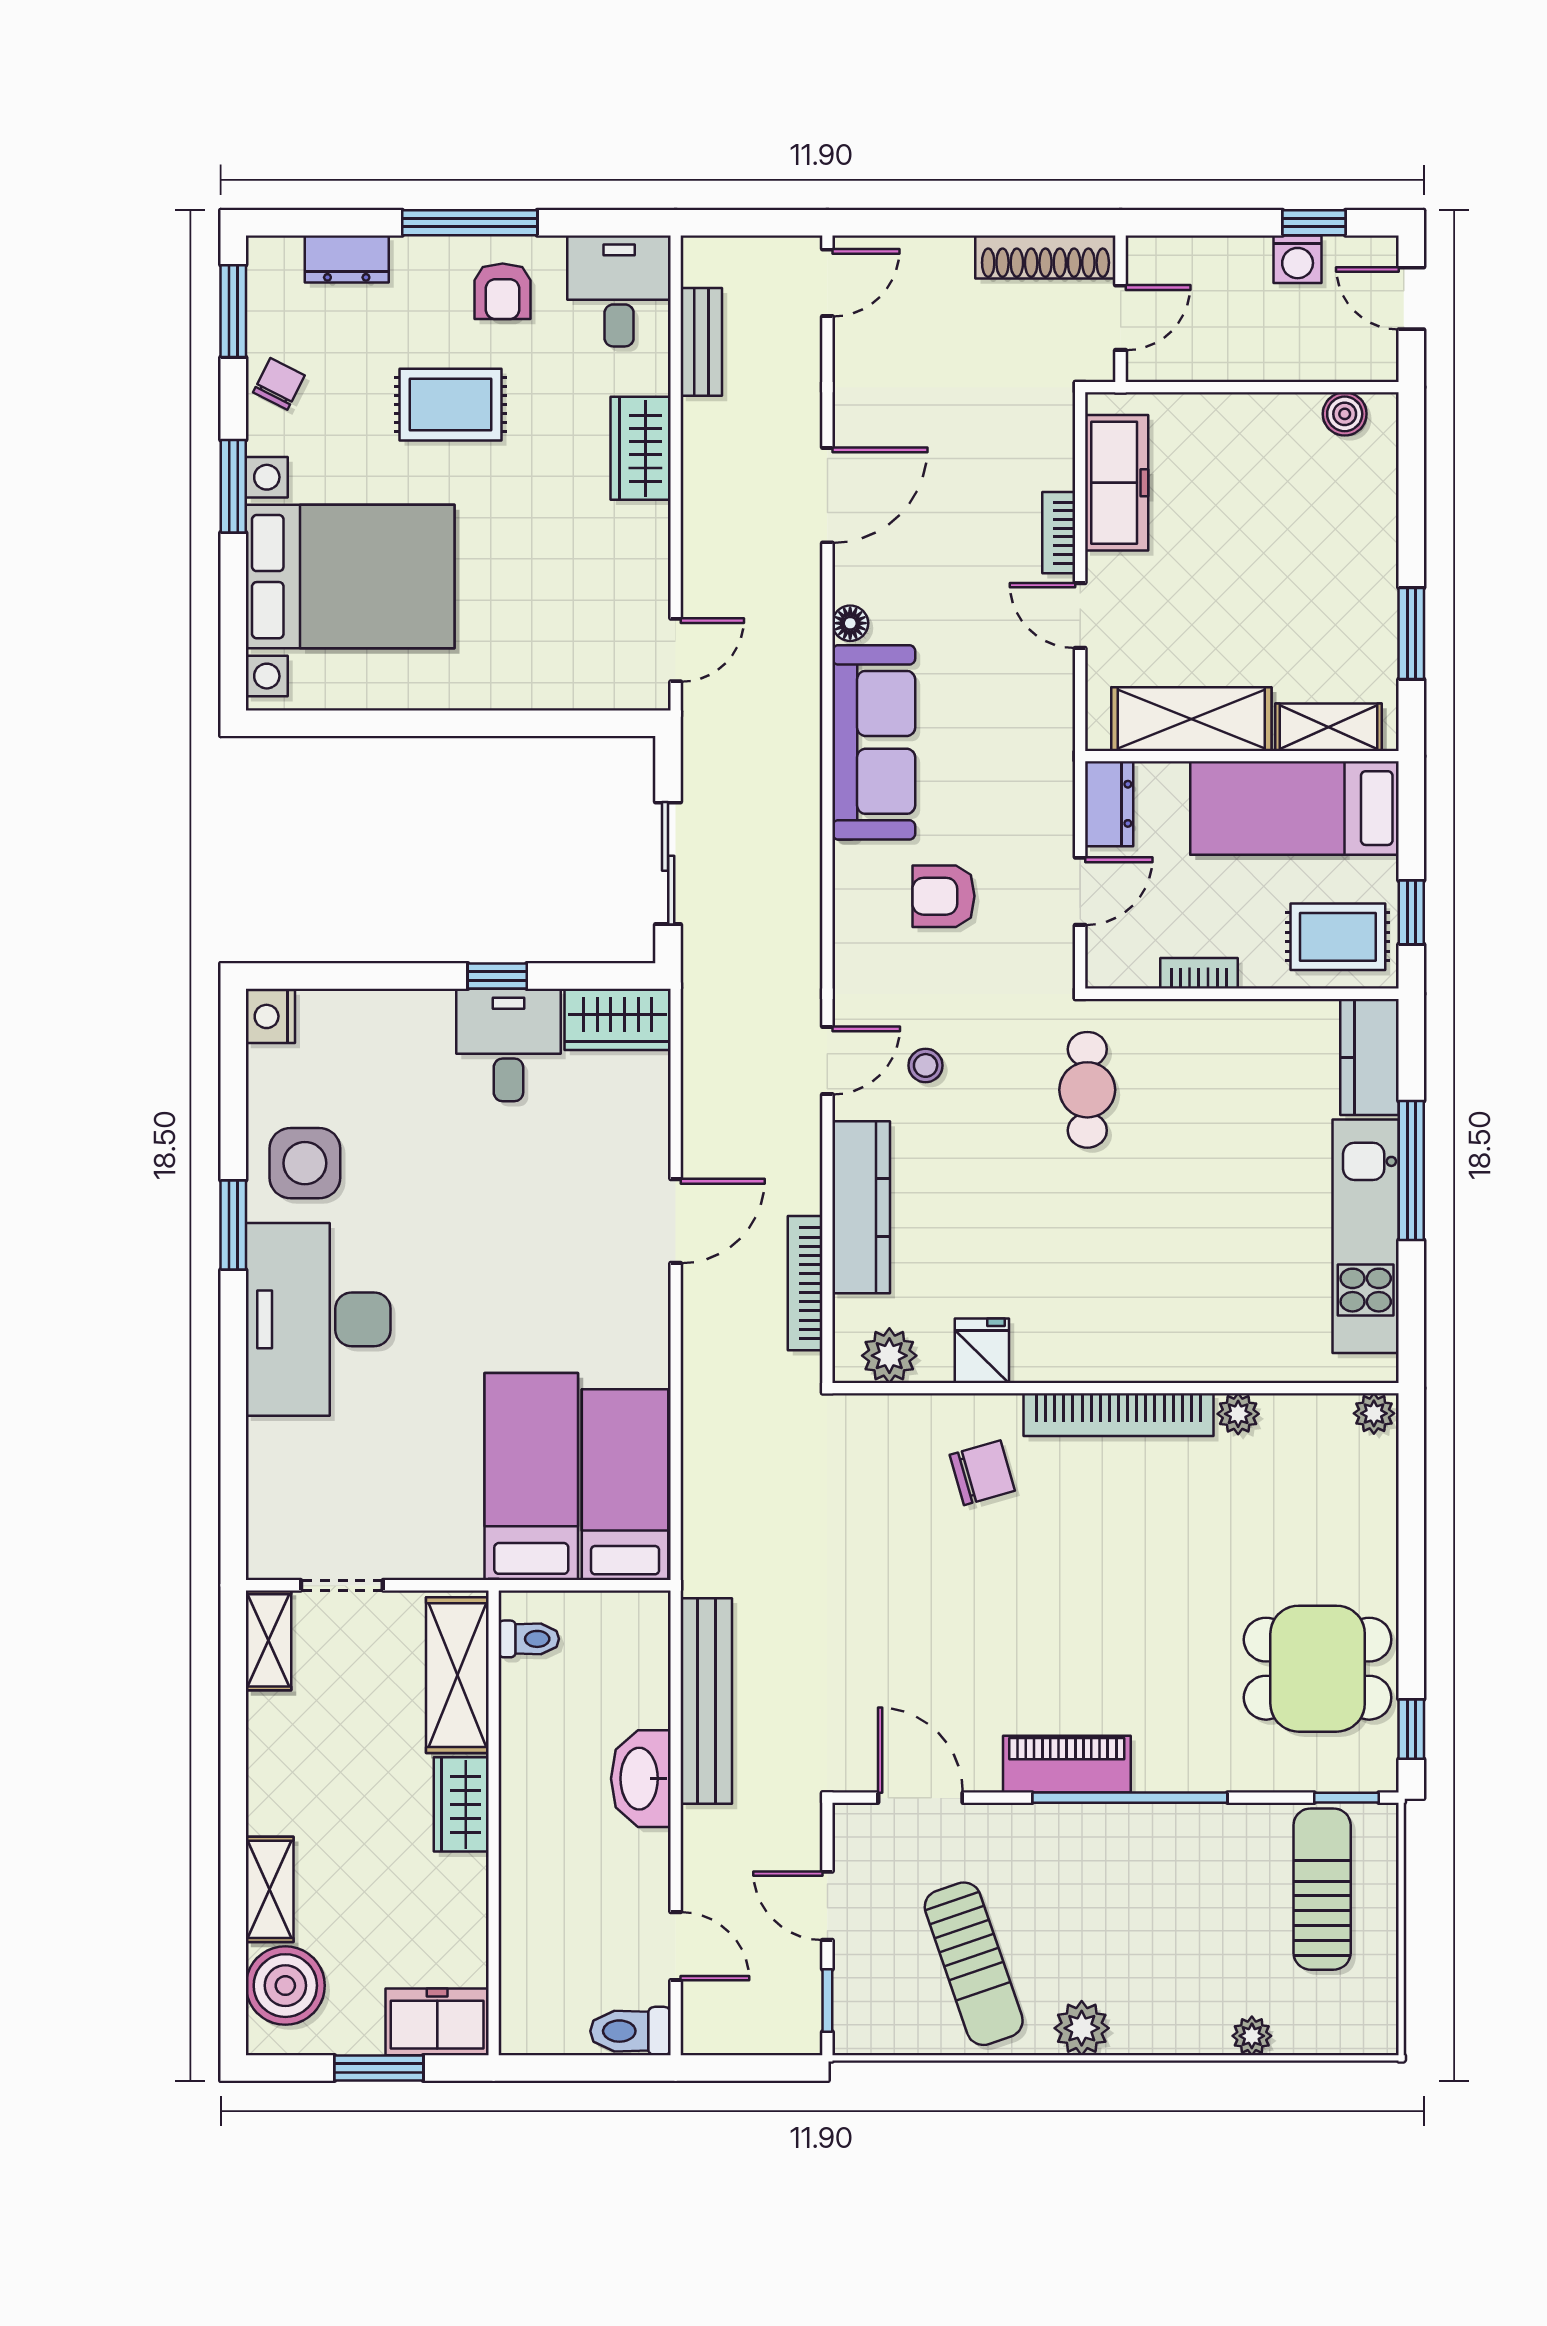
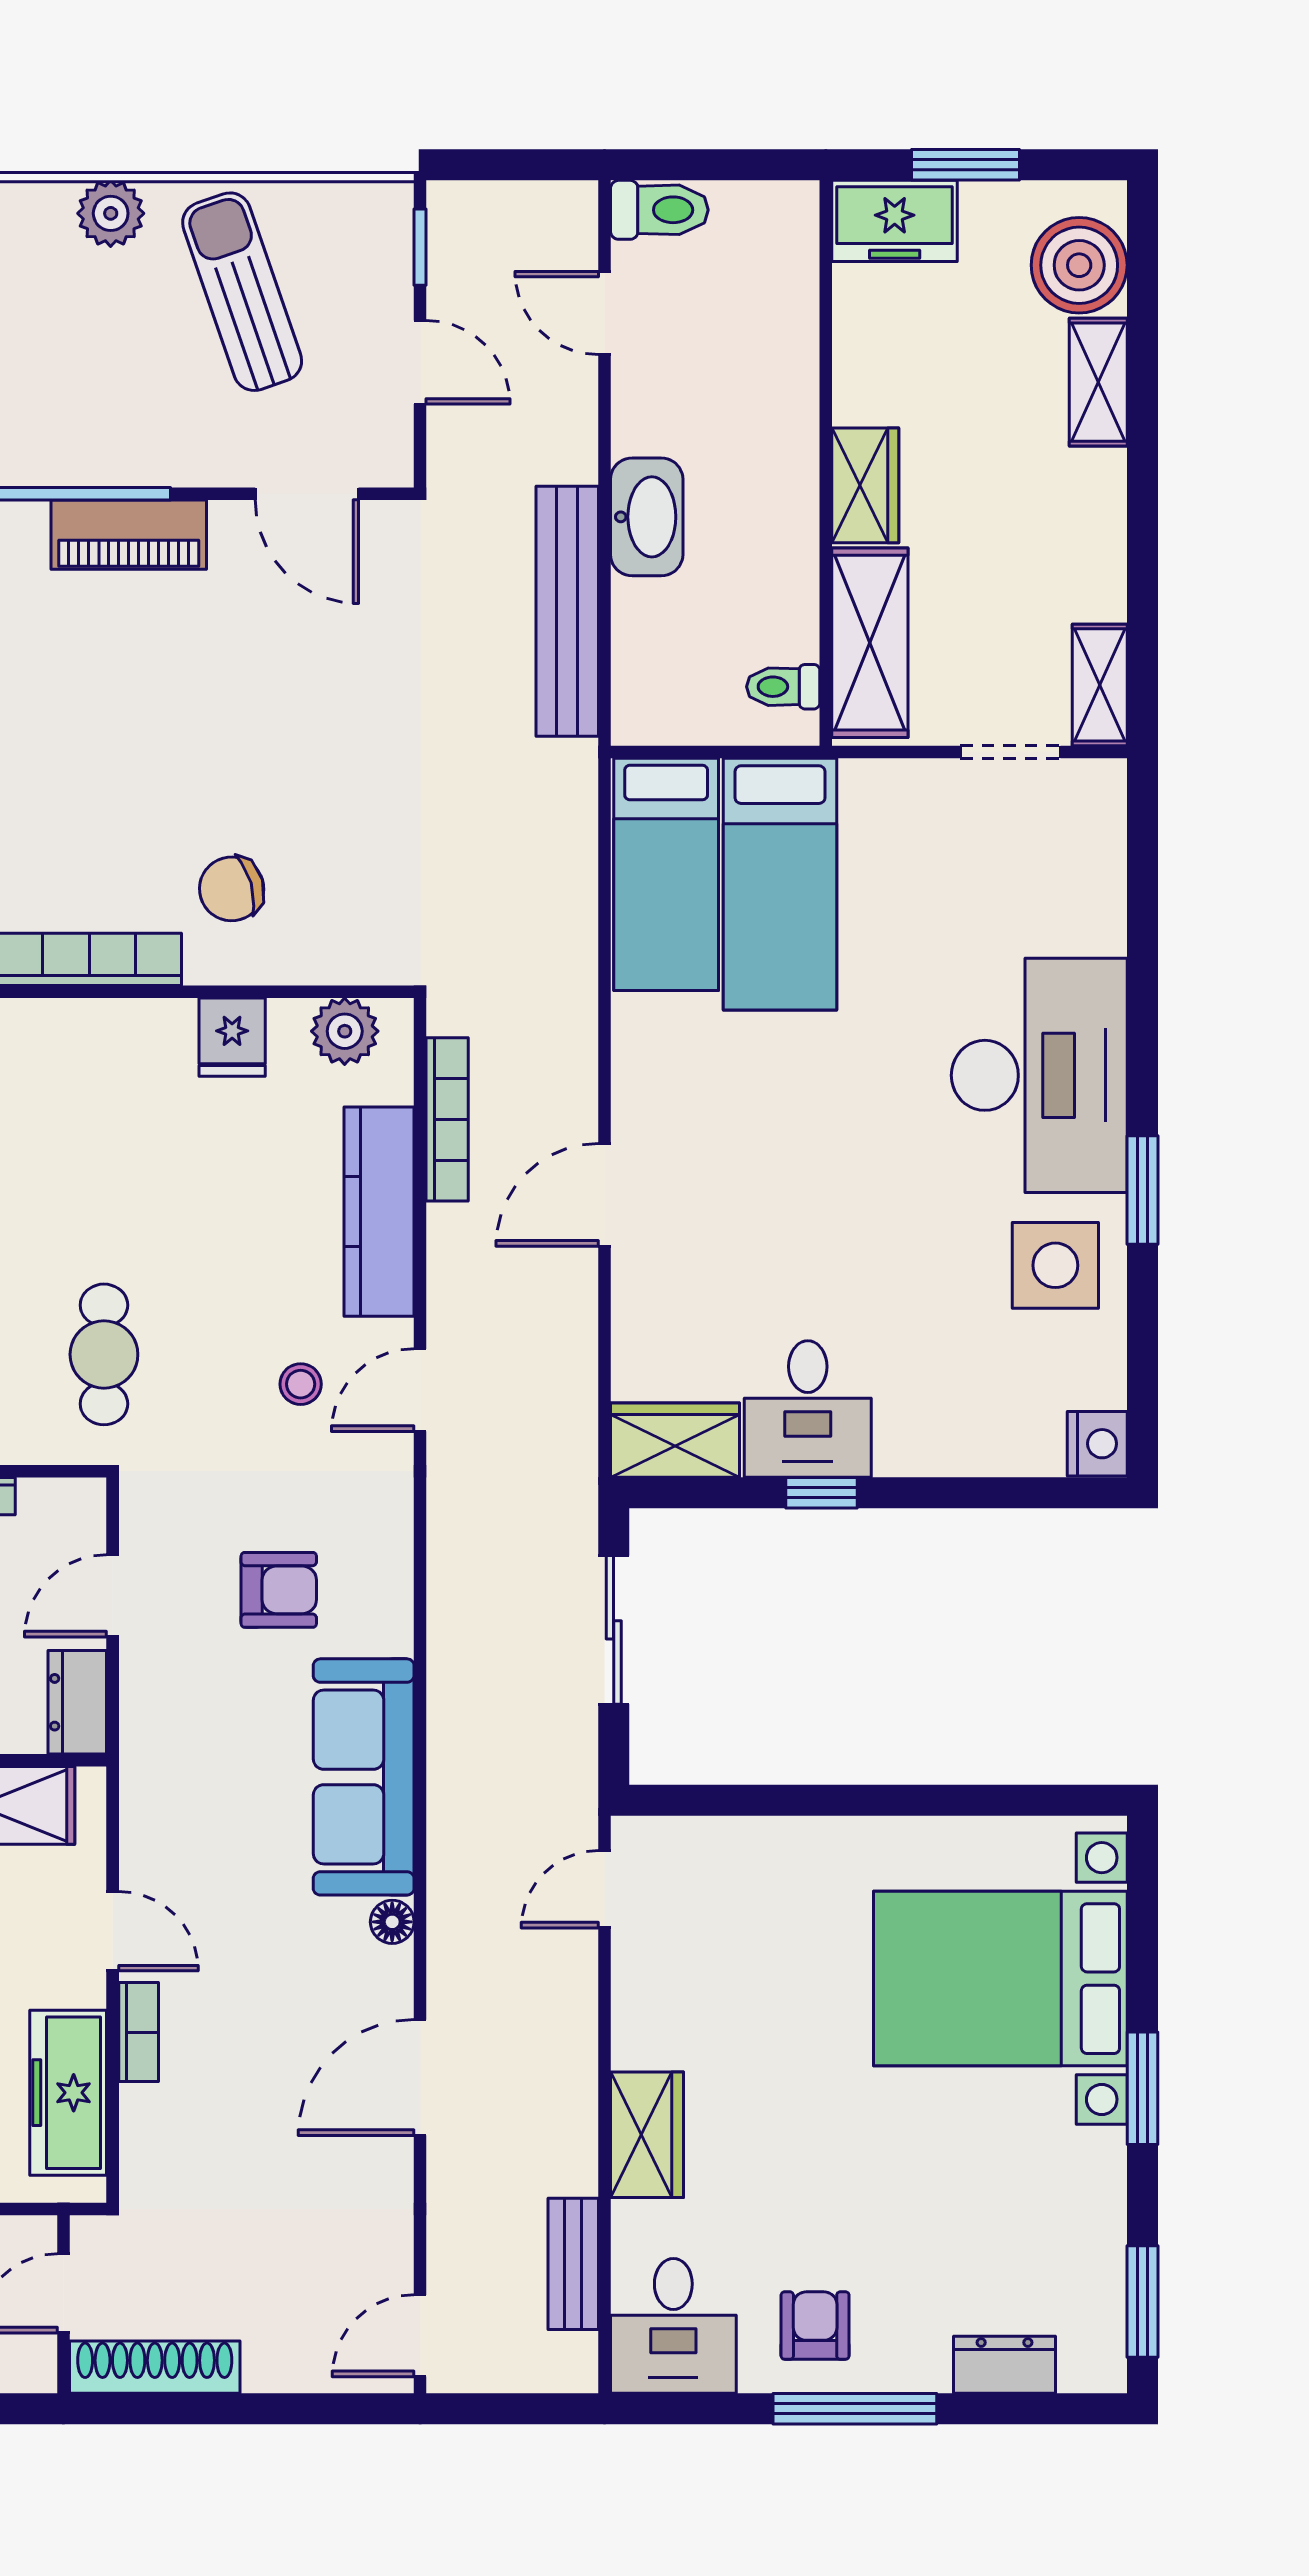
chair: (279, 384) -> (1087, 2213), removed
rug: (450, 405) -> (878, 2188), removed

